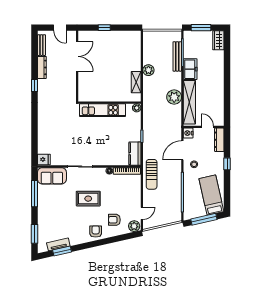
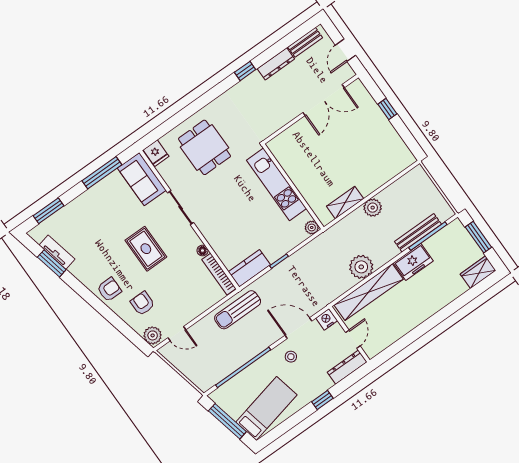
dining table: (58, 133) -> (204, 147), added

